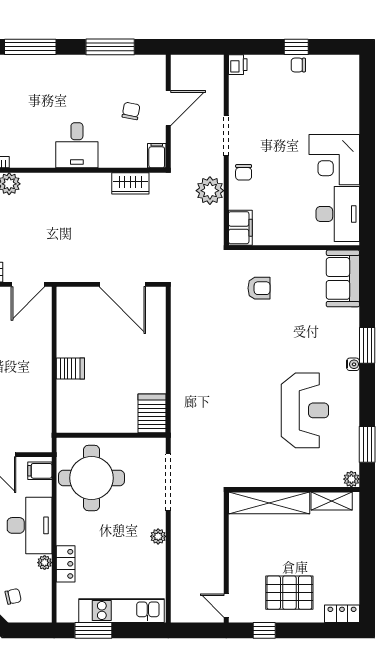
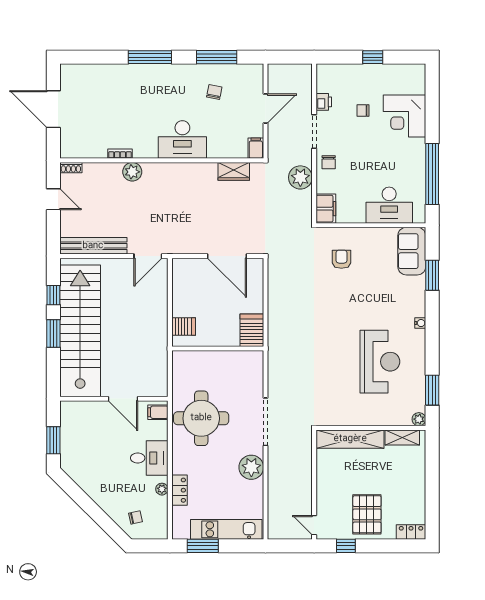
printer: (238, 65) -> (324, 102), moved
chair: (298, 65) -> (363, 111), moved
chair: (131, 111) -> (214, 92), moved
desk: (77, 145) -> (182, 140), width x1.37
corner desk: (334, 160) -> (404, 116), moved
window: (367, 186) -> (432, 174), added
desk: (338, 214) -> (389, 205), moved, turned 90
armchair: (259, 288) -> (341, 259), turned -90
window: (367, 345) -> (432, 275), moved
server rack: (152, 413) -> (252, 330), moved
wall: (111, 435) -> (218, 348), moved
desk: (30, 525) -> (149, 458), width x0.73
plant: (158, 536) -> (251, 467), width x1.87, depth x1.87
pallet: (289, 593) -> (367, 514), turned 90

